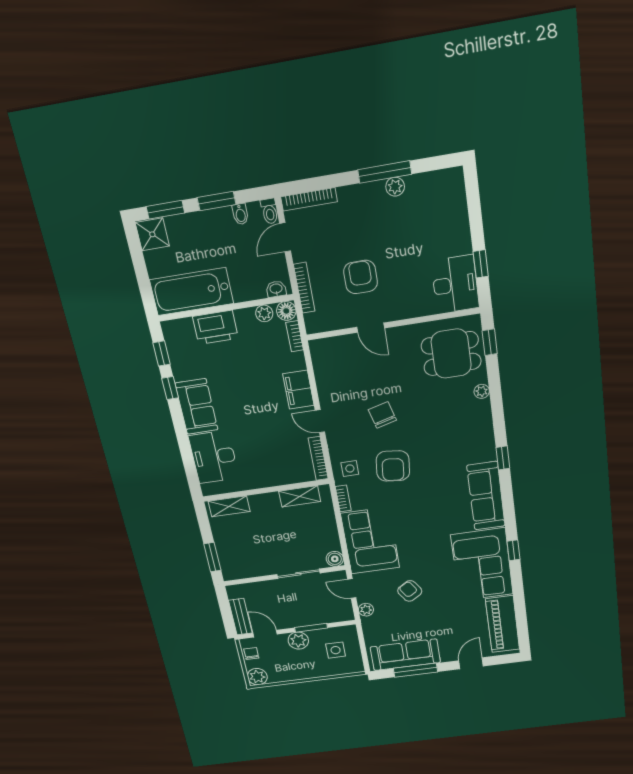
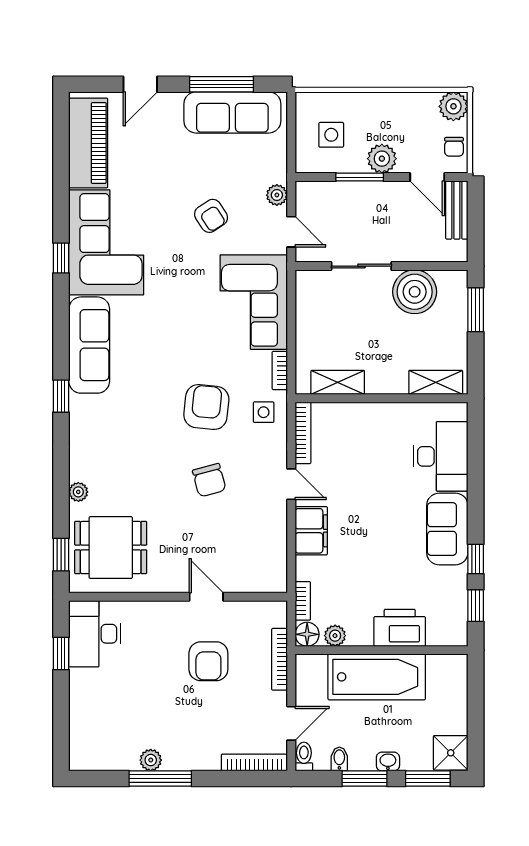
washbasin: (276, 289) -> (388, 762), moved, turned 180
bathtub: (192, 292) -> (377, 677), moved
boiler: (335, 559) -> (415, 292), moved, width x1.86, depth x1.86

